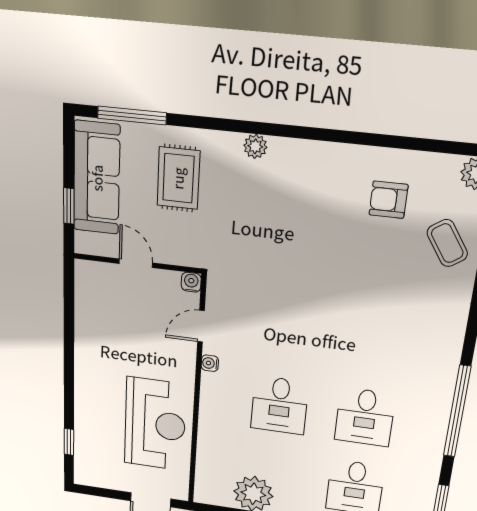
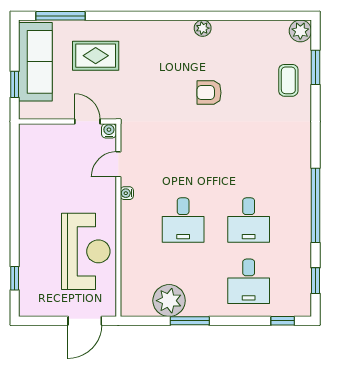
plant: (255, 146) -> (203, 28), moved
rug: (178, 178) -> (96, 56), turned 90
armchair: (388, 200) -> (209, 93), moved
coffee table: (447, 243) -> (288, 80), turned 34
door: (136, 263) -> (87, 121), moved

